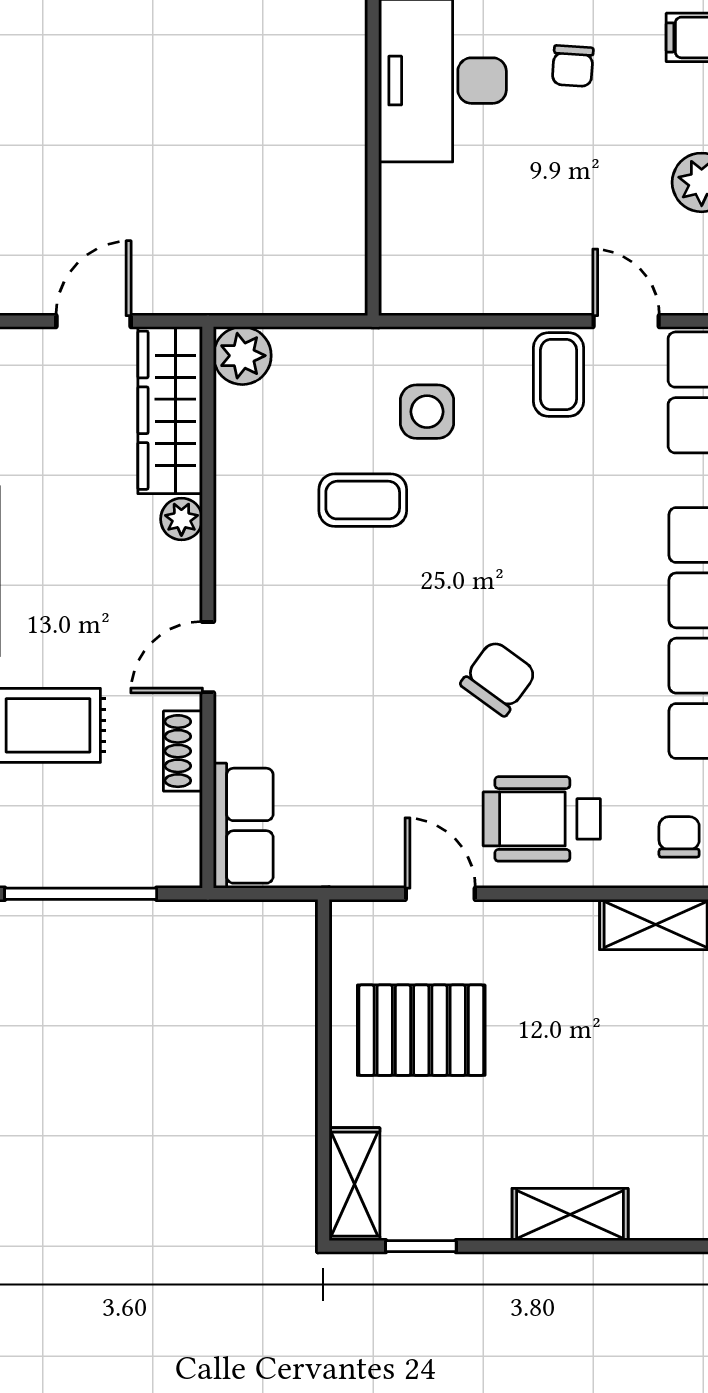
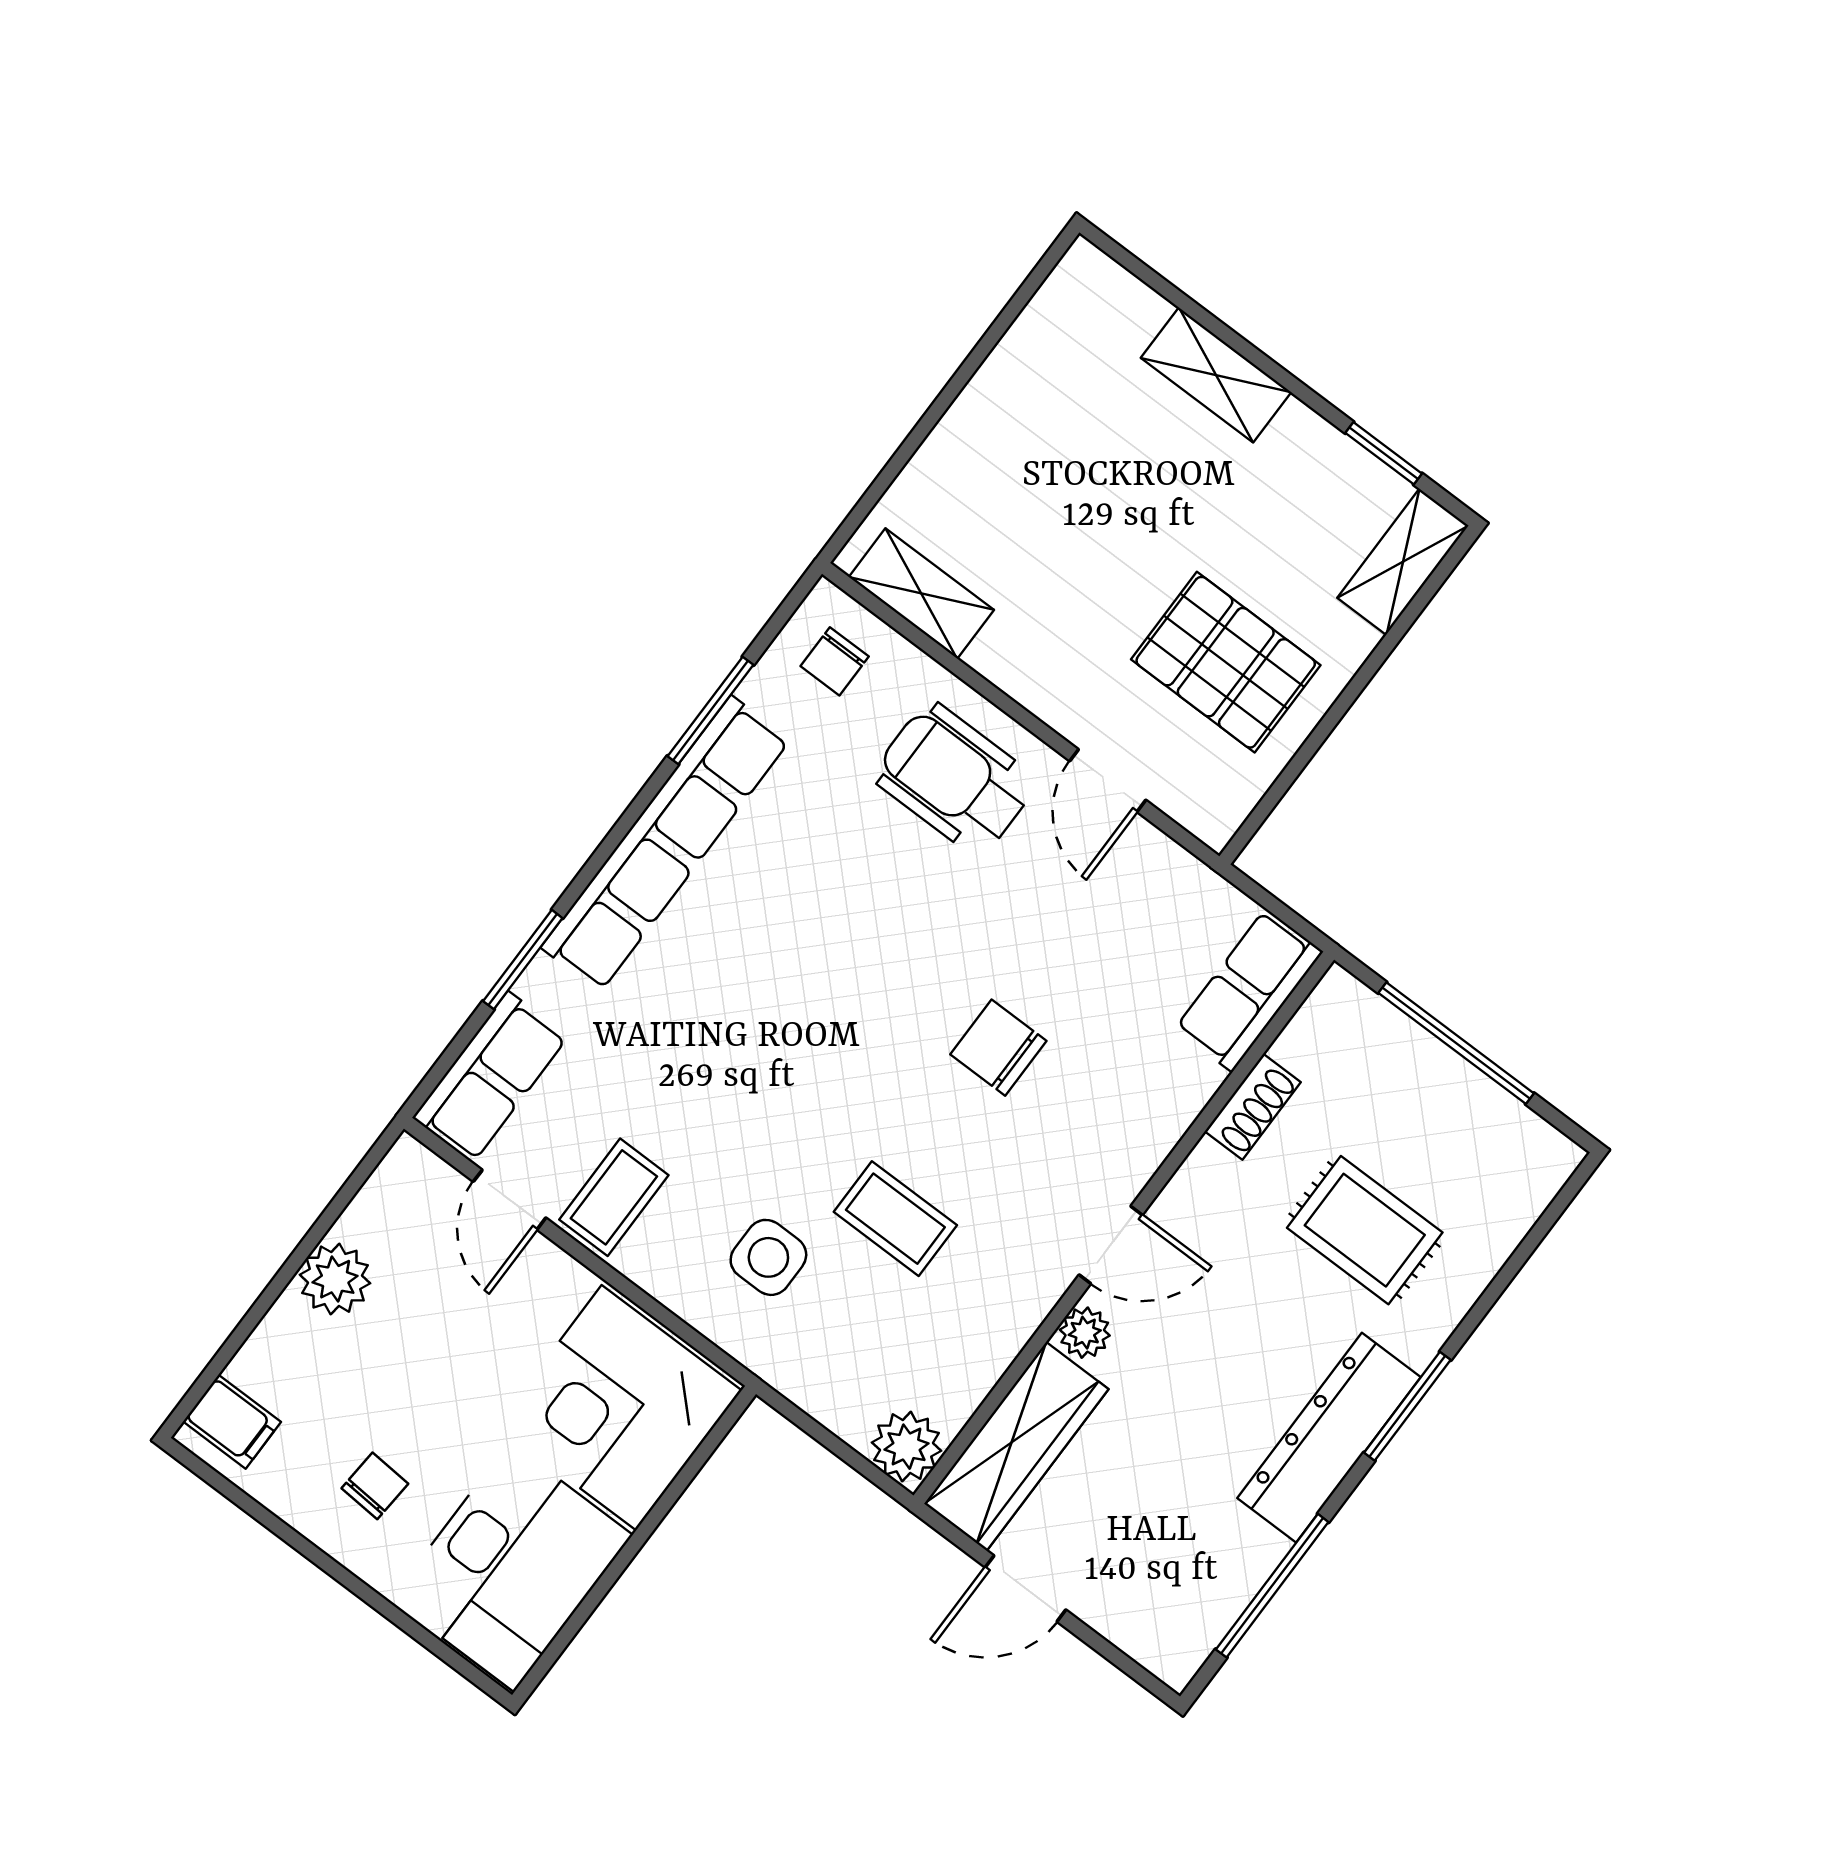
corner desk: (451, 239) -> (619, 1408), added
door: (208, 657) -> (1111, 1245), moved
chair: (499, 678) -> (998, 1048), moved, turned 54
wheelchair: (542, 819) -> (955, 779), turned 180

